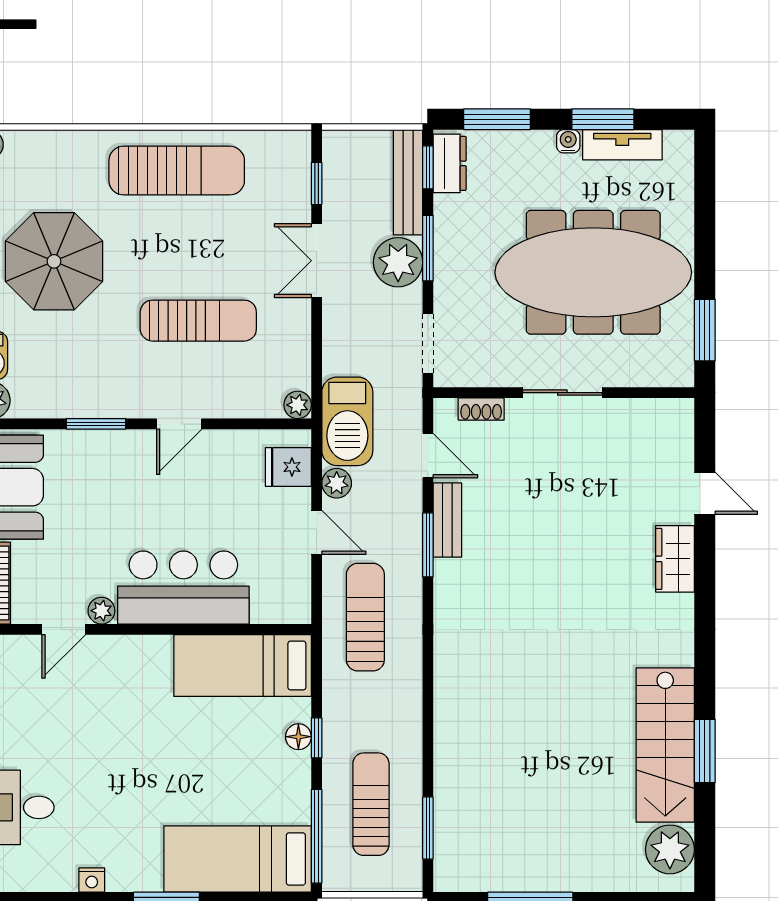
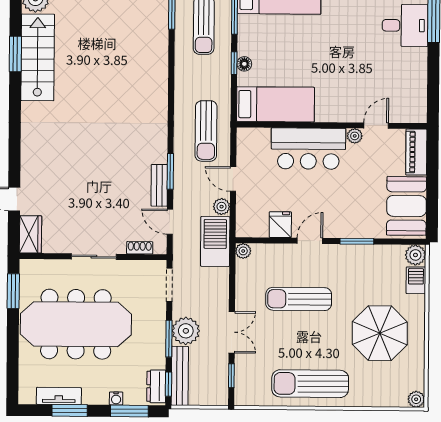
water cooler: (568, 141) -> (116, 398), moved
fridge: (288, 467) -> (280, 225), moved, turned -90
wardrobe: (675, 559) -> (31, 234), moved

